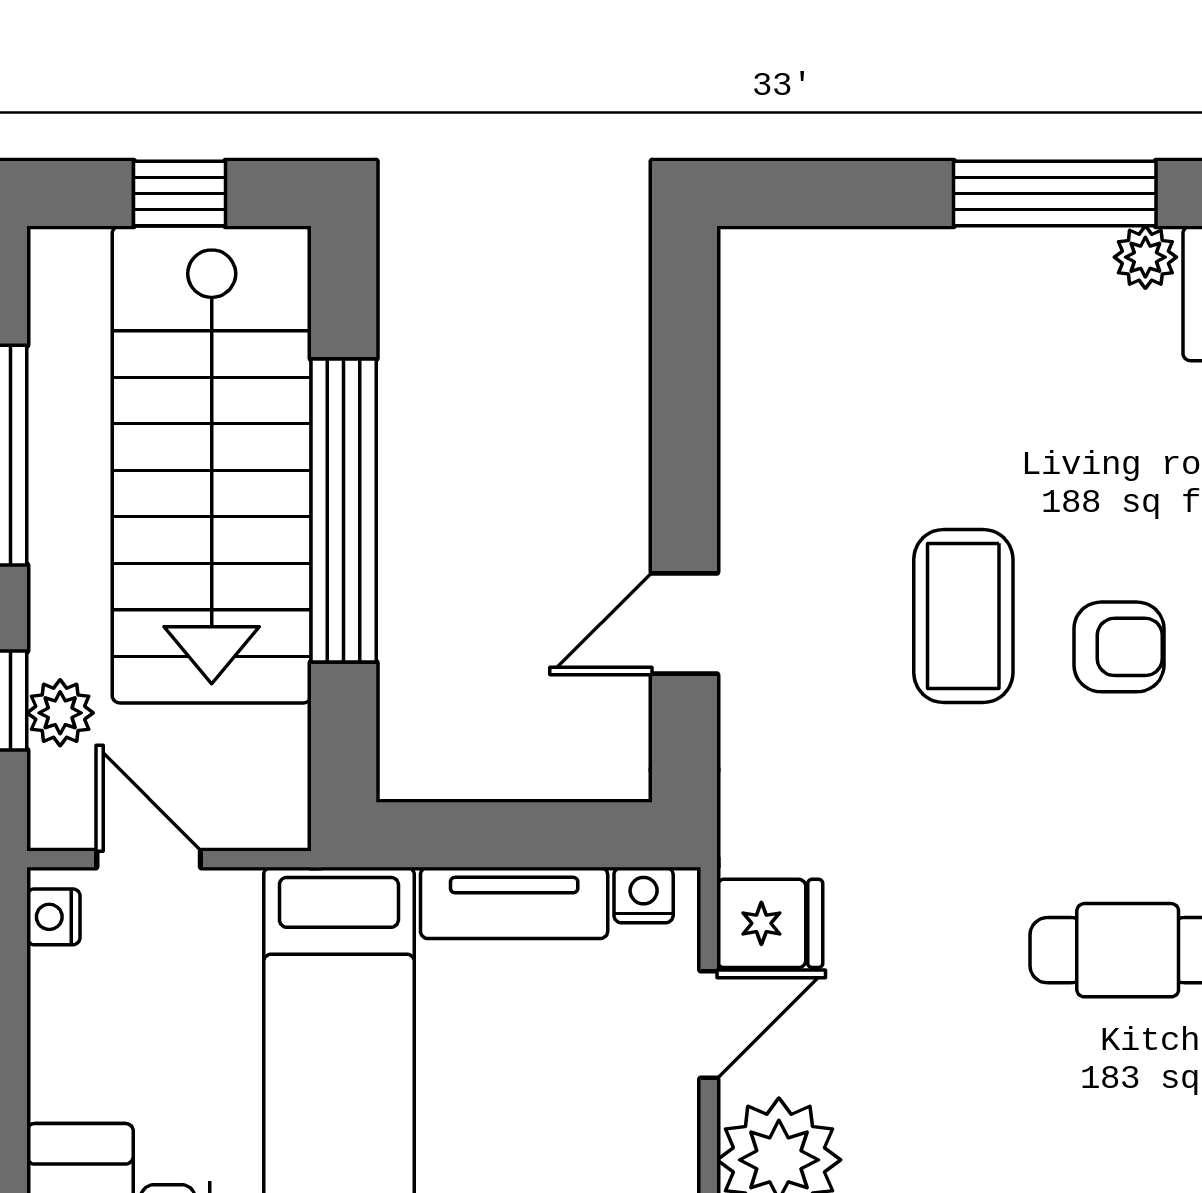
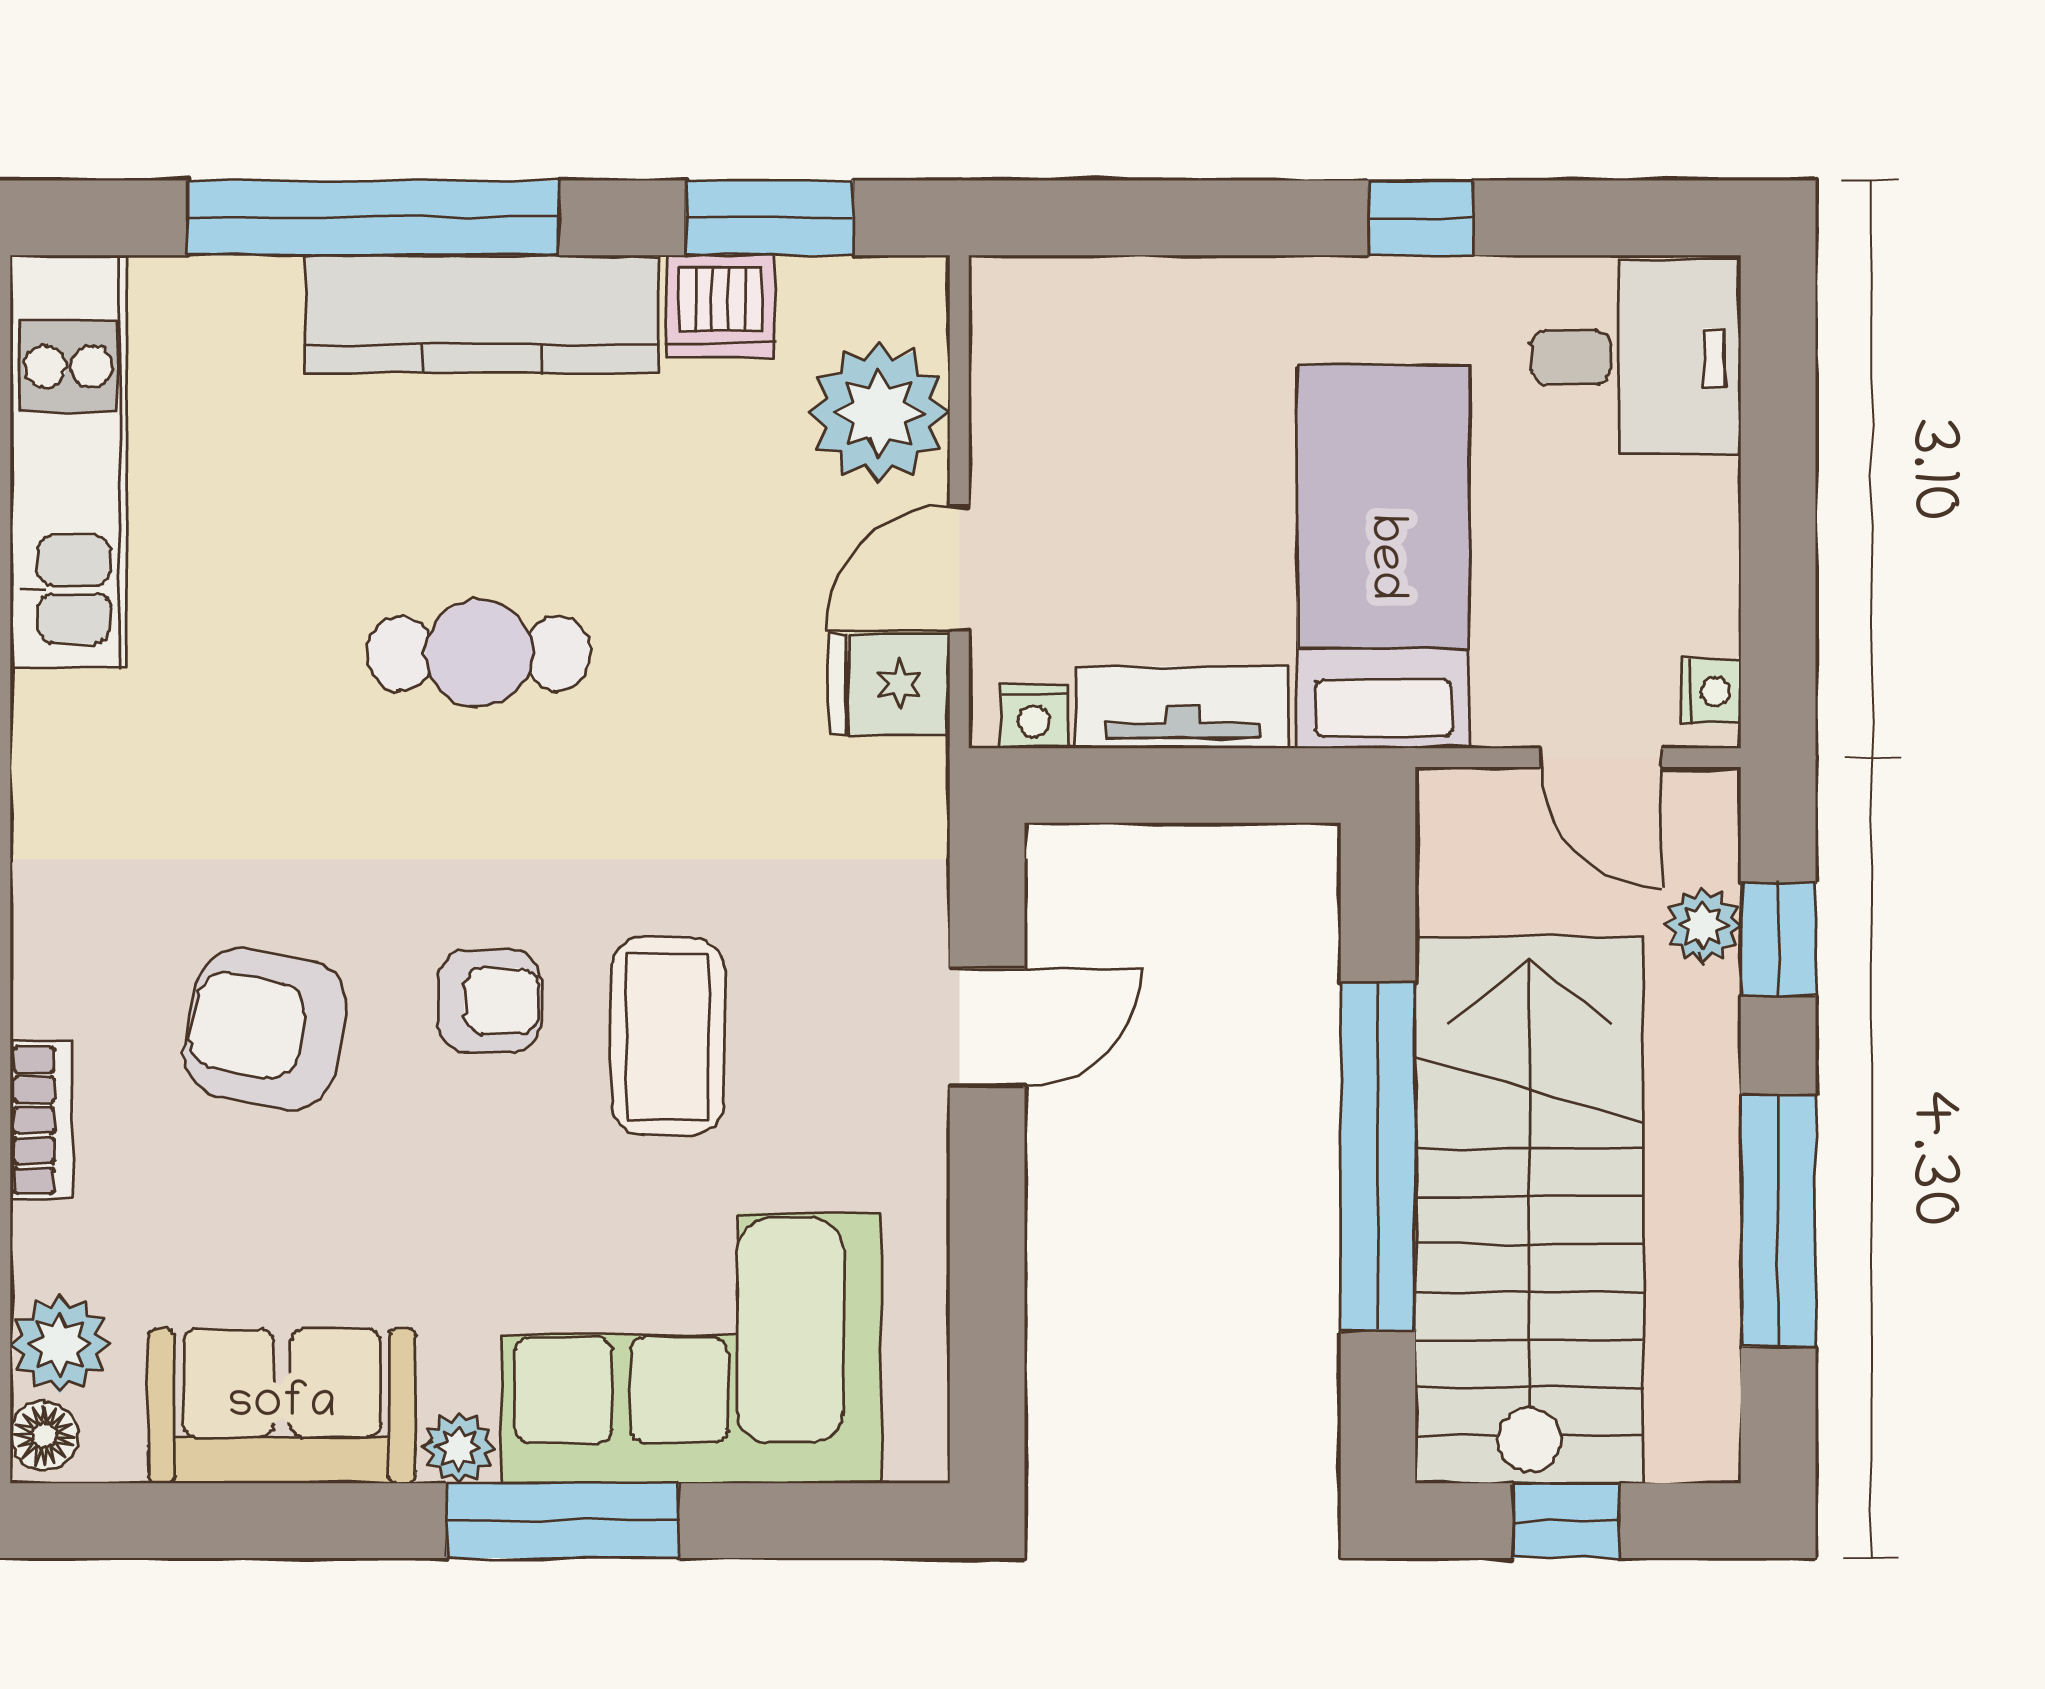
corner sofa: (942, 344) -> (692, 1348), added
armchair: (1119, 647) -> (489, 1001), turned 180

